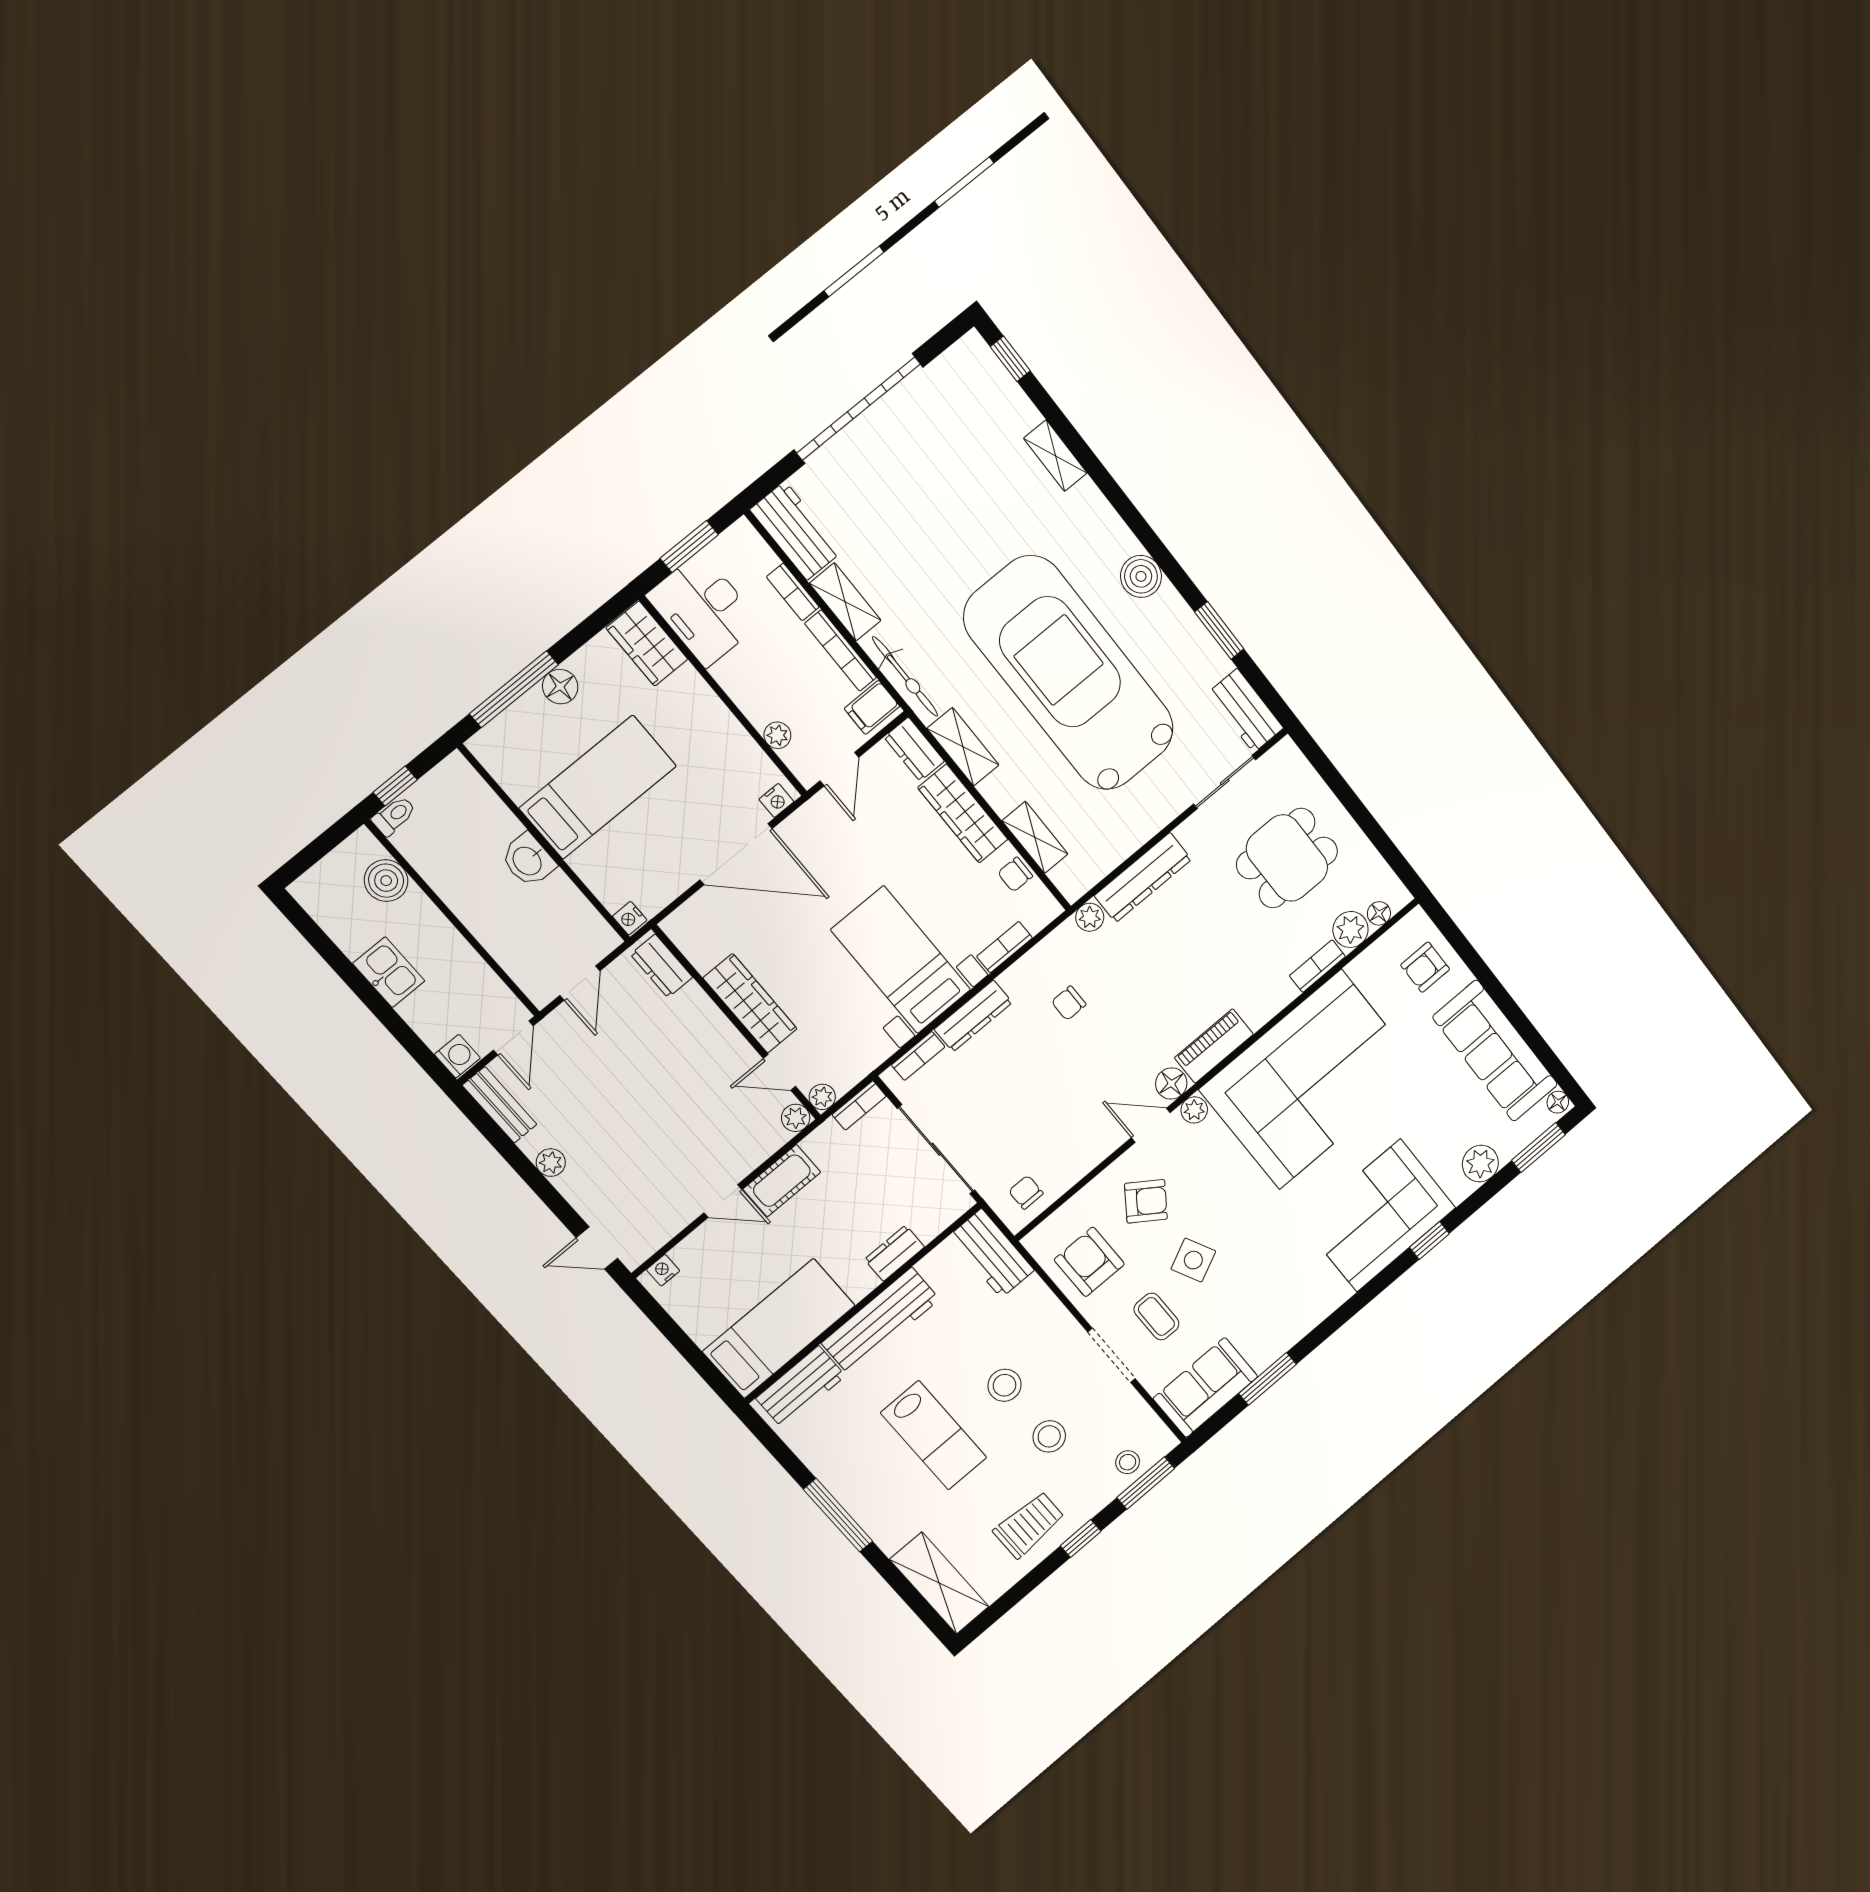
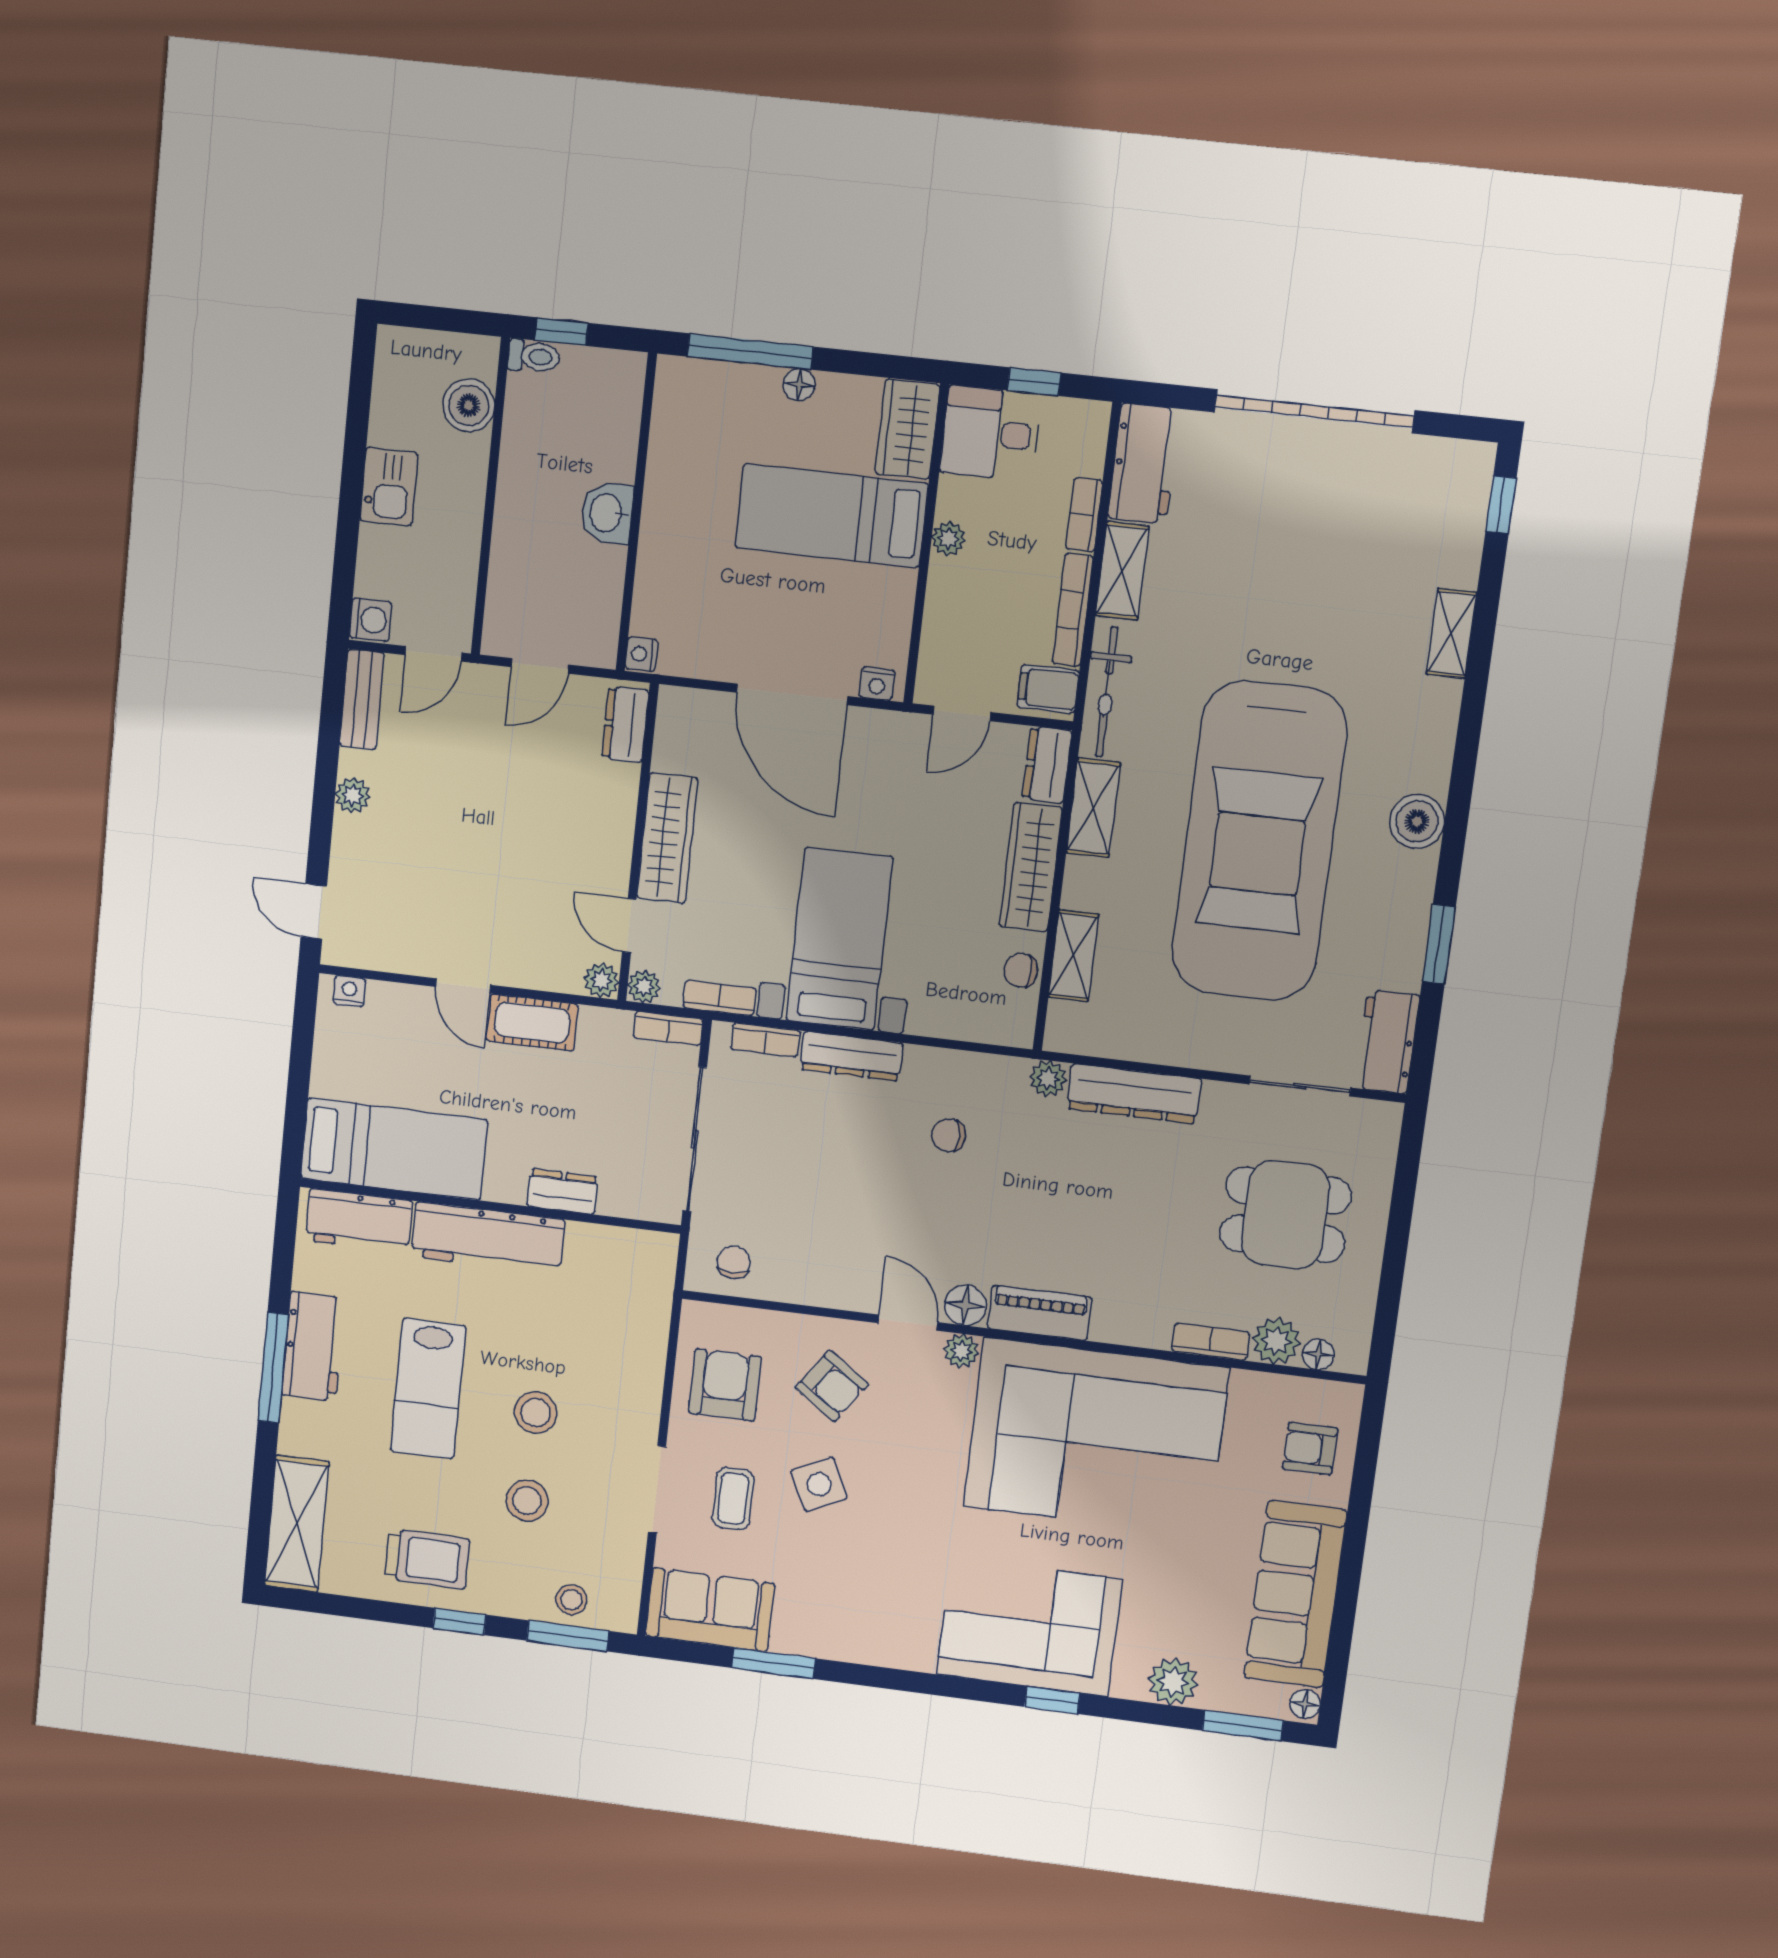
window: (689, 546) -> (1034, 382), width x0.67
desk: (703, 609) -> (991, 433), width x0.73
car: (1069, 673) -> (1259, 841), turned 180
floor lamp: (560, 687) -> (799, 385), width x0.73, depth x0.73
plant: (777, 735) -> (948, 539), moved
bed: (598, 787) -> (831, 516), moved, turned 180
bookcase: (1004, 947) -> (719, 998), moved
workbench: (991, 1253) -> (313, 1347), moved, turned 180

